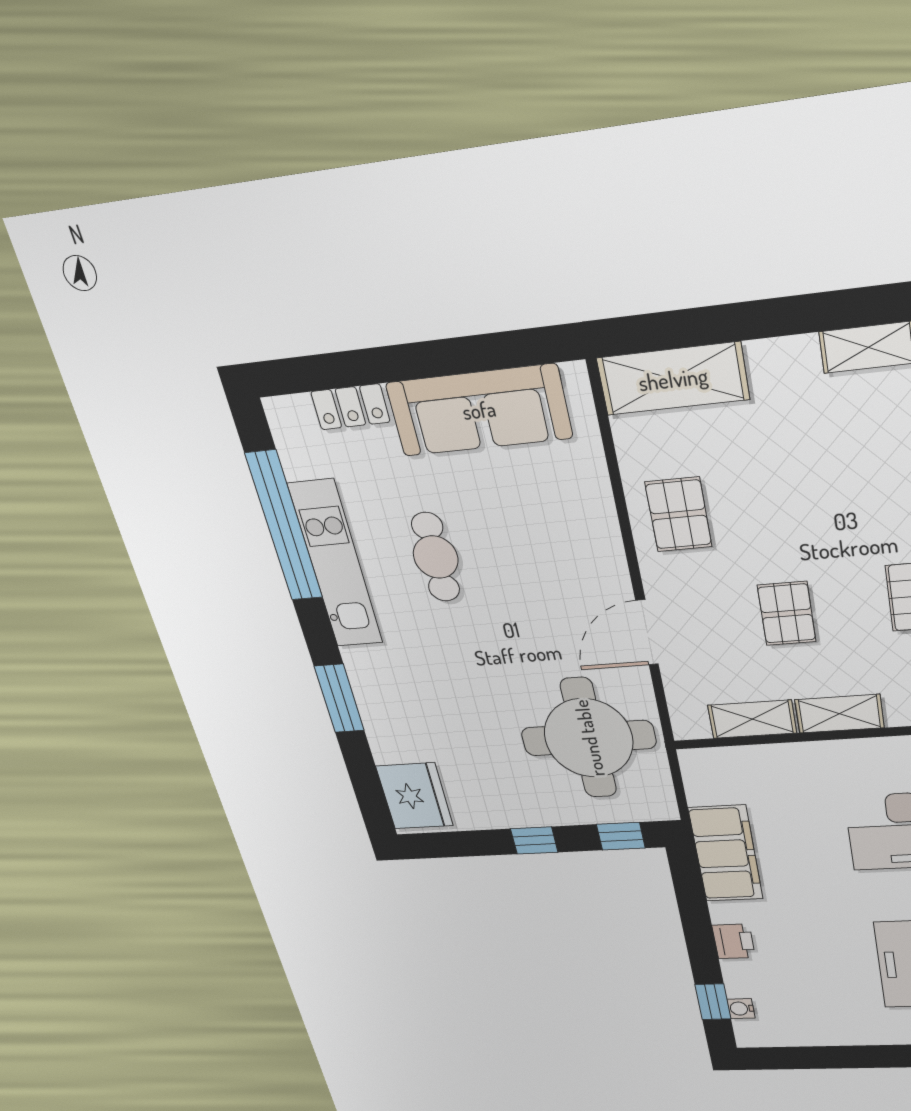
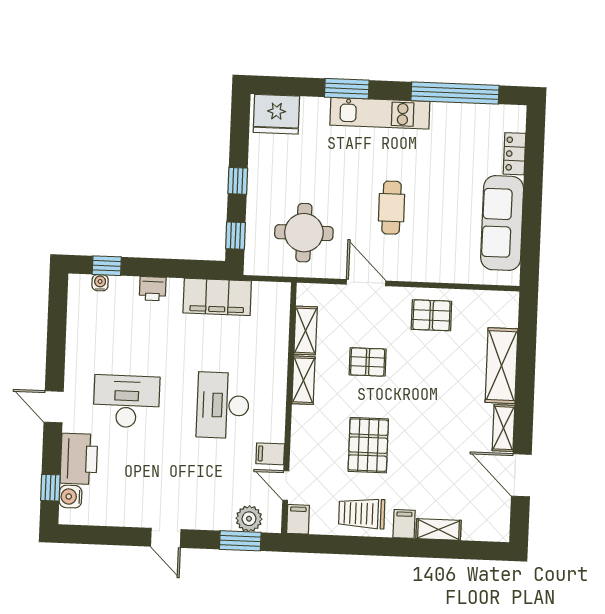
shelving: (673, 379) -> (501, 366), moved
cafe table: (436, 557) -> (392, 208), moved, turned 90
kitchen unit: (336, 565) -> (380, 113), moved
round table: (589, 738) -> (304, 233), width x0.73, depth x0.73

